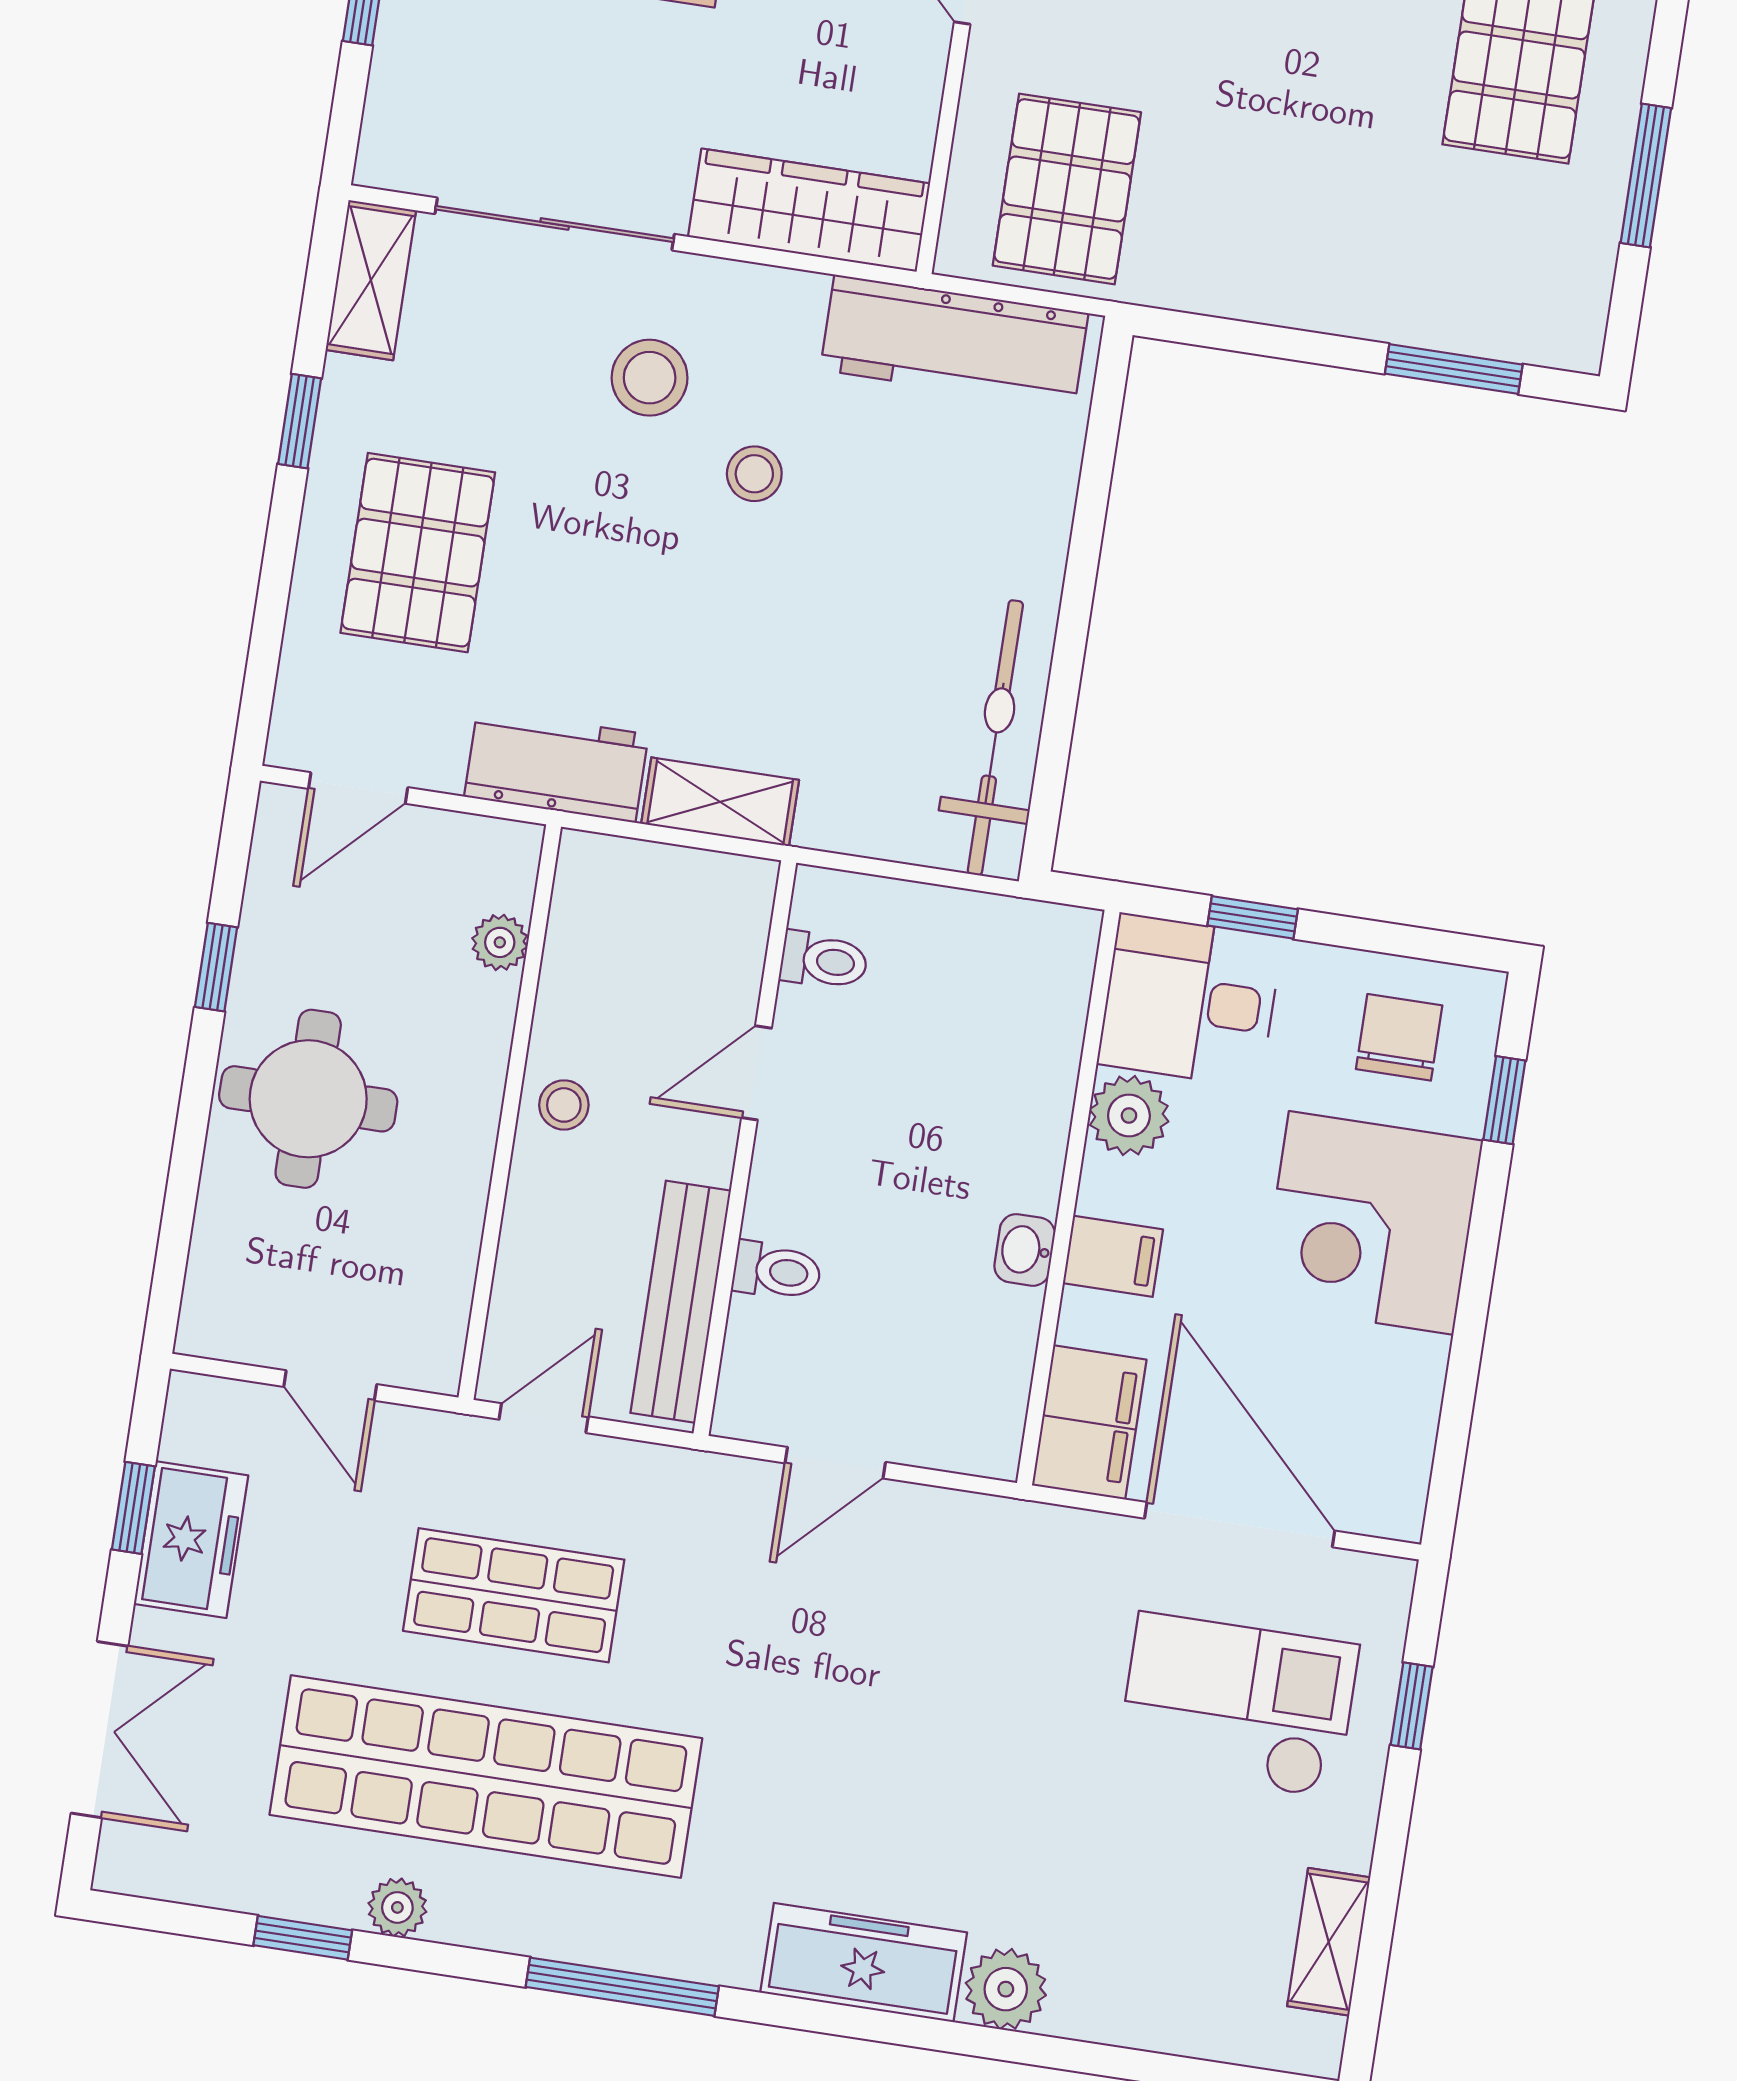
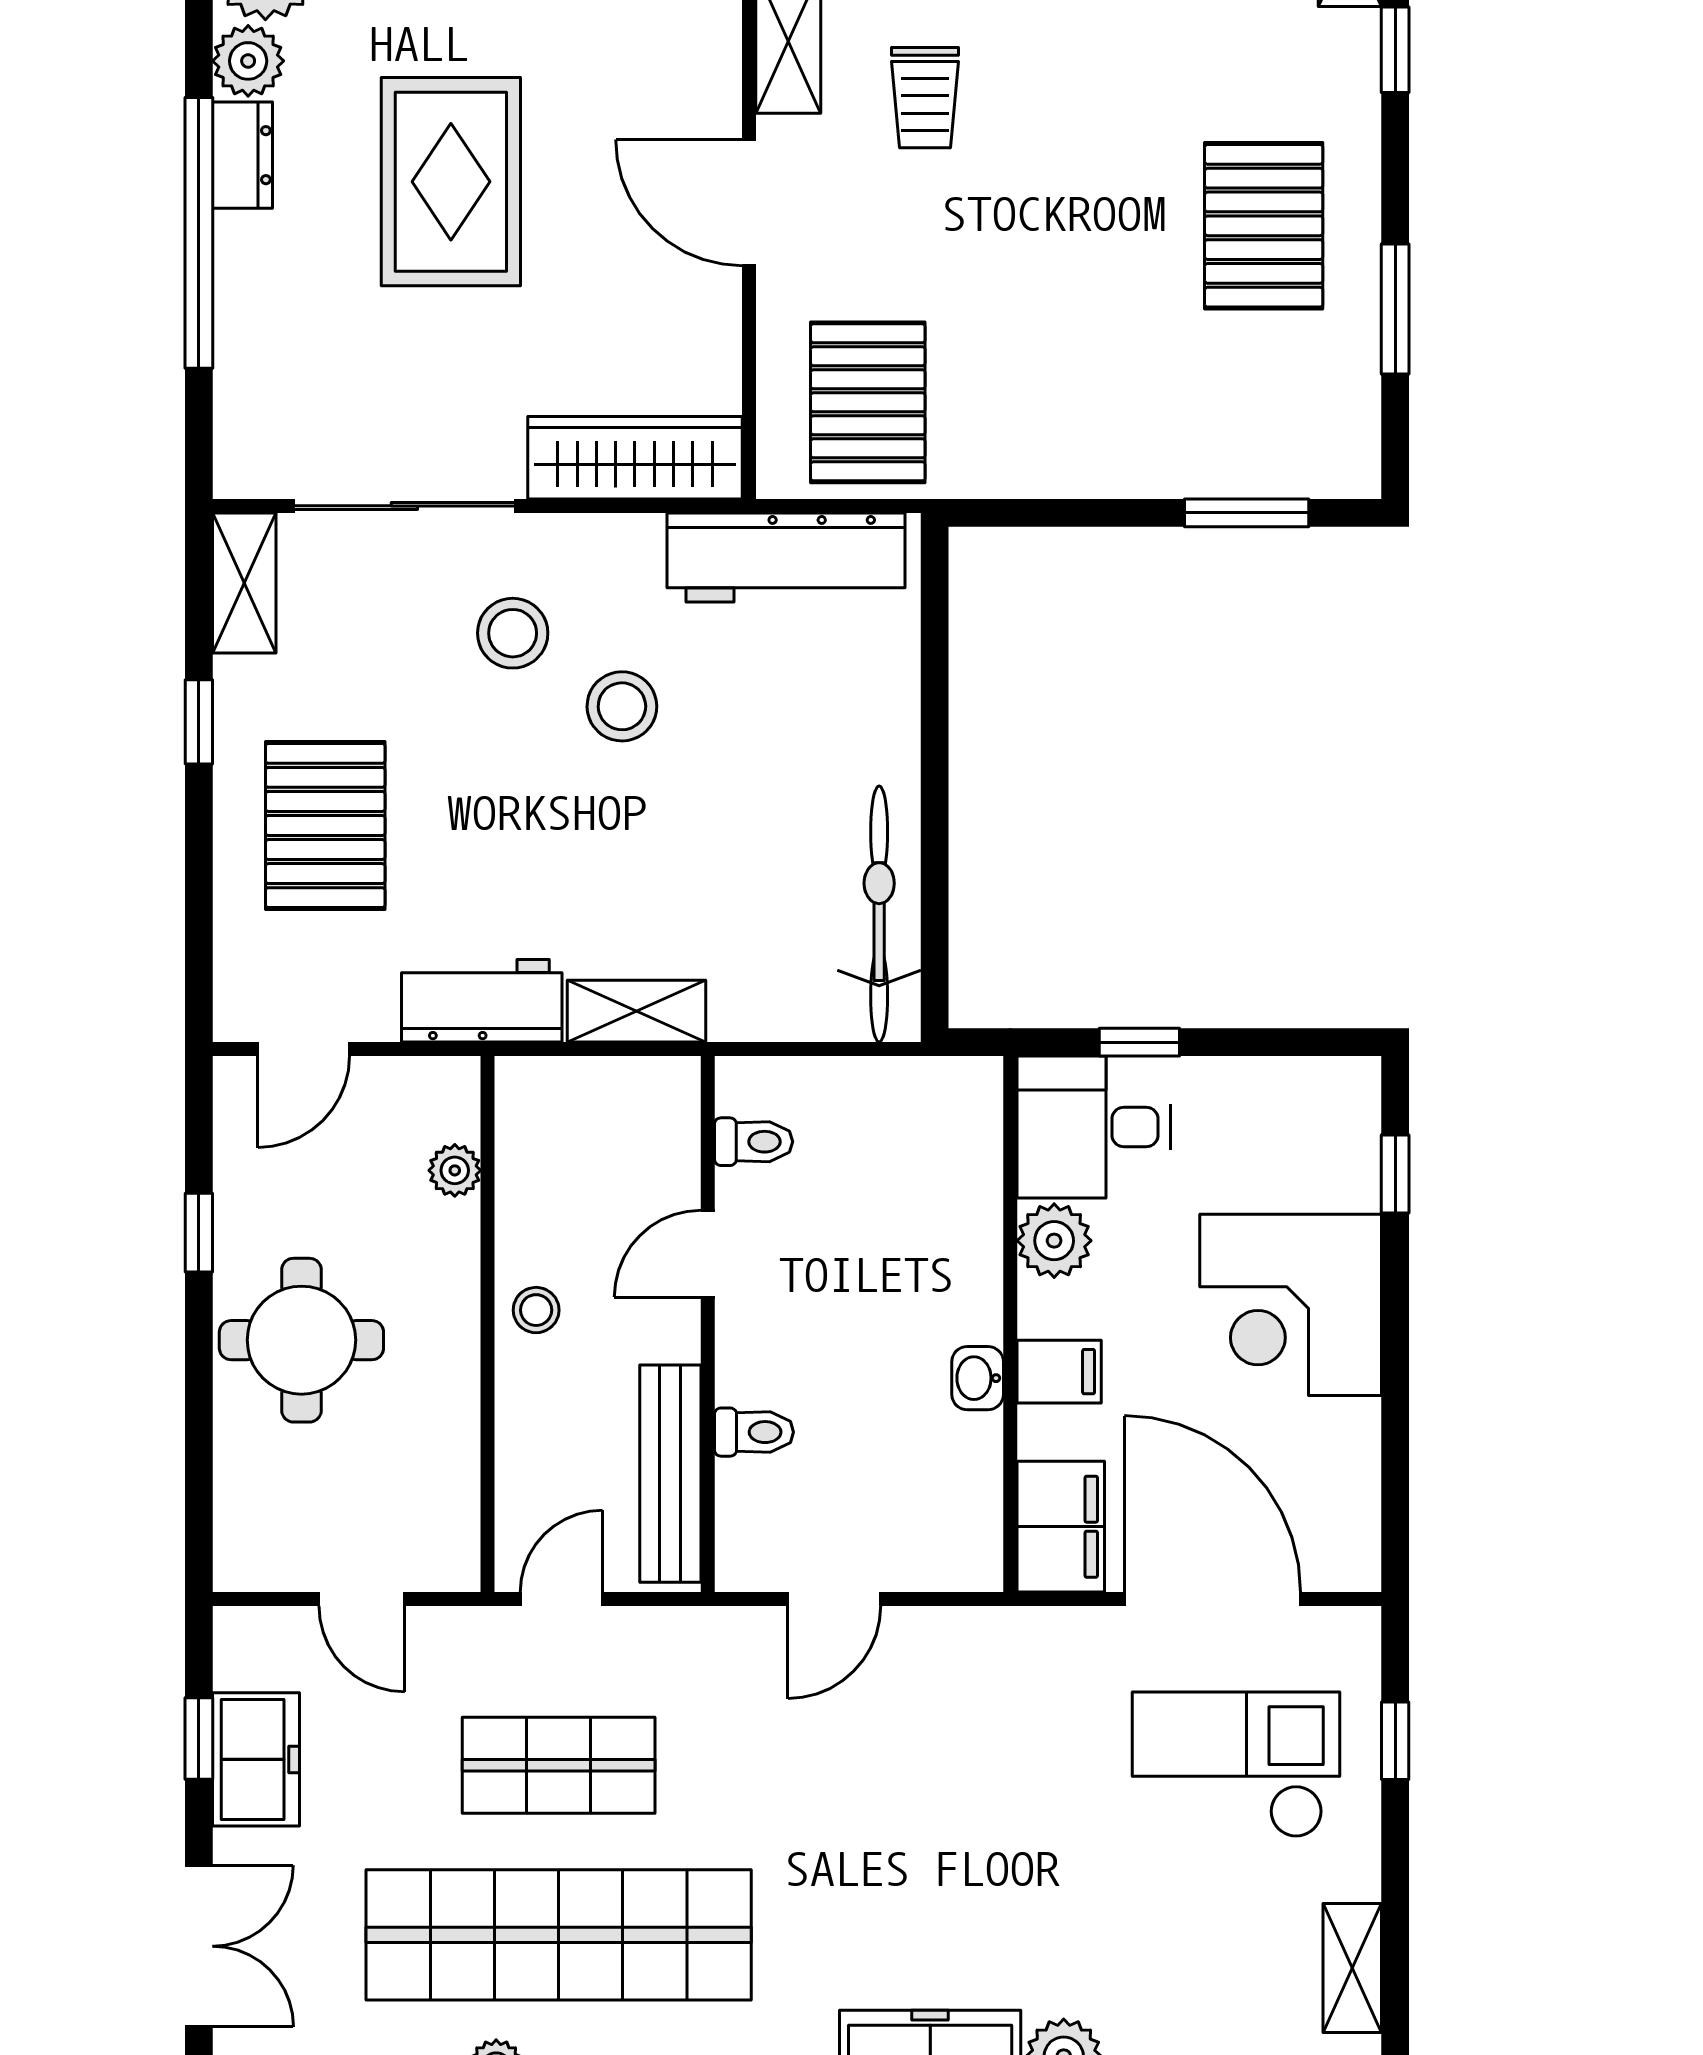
stool: (754, 474) -> (622, 706), width x1.37, depth x1.37
chair: (1399, 1037) -> (1290, 1131), removed

